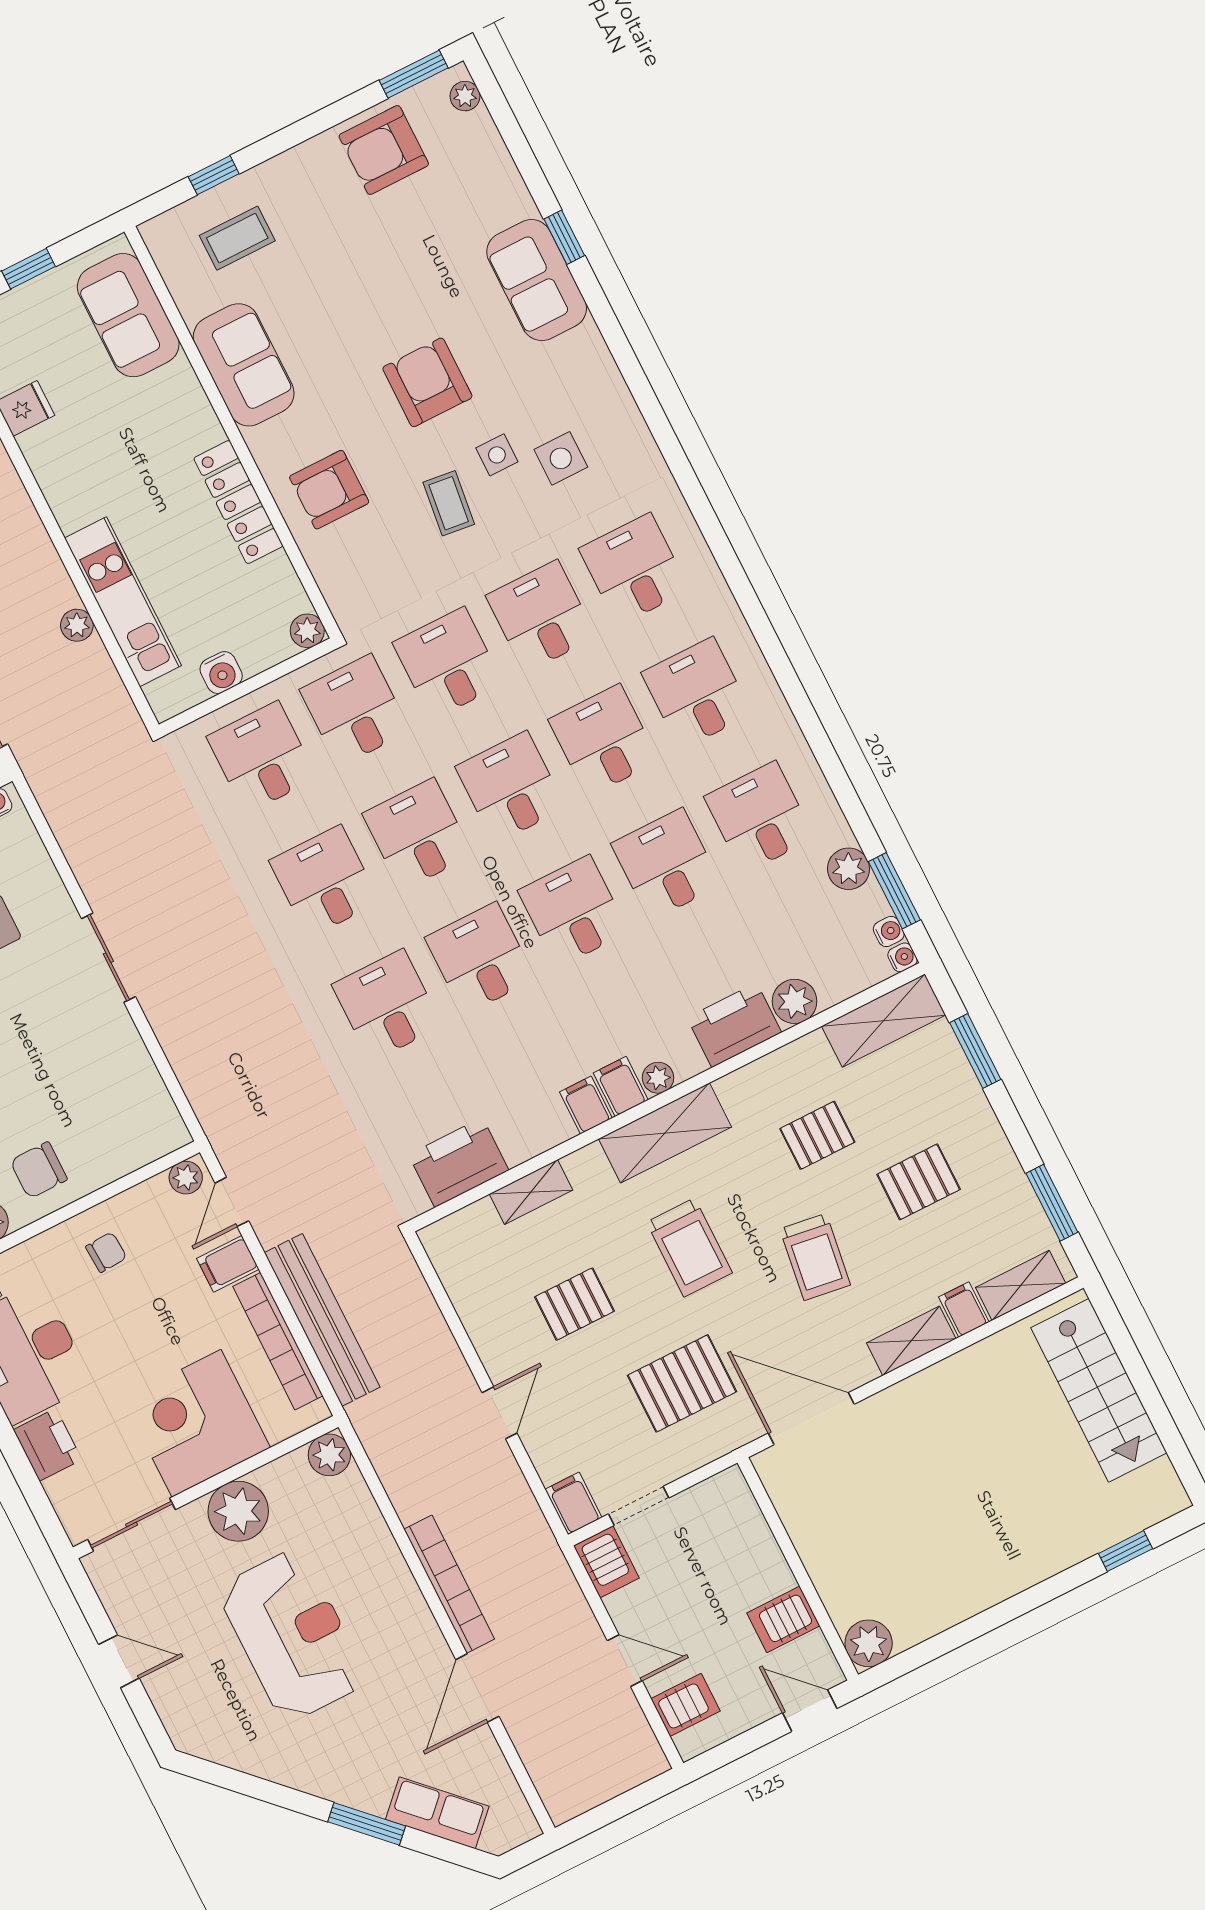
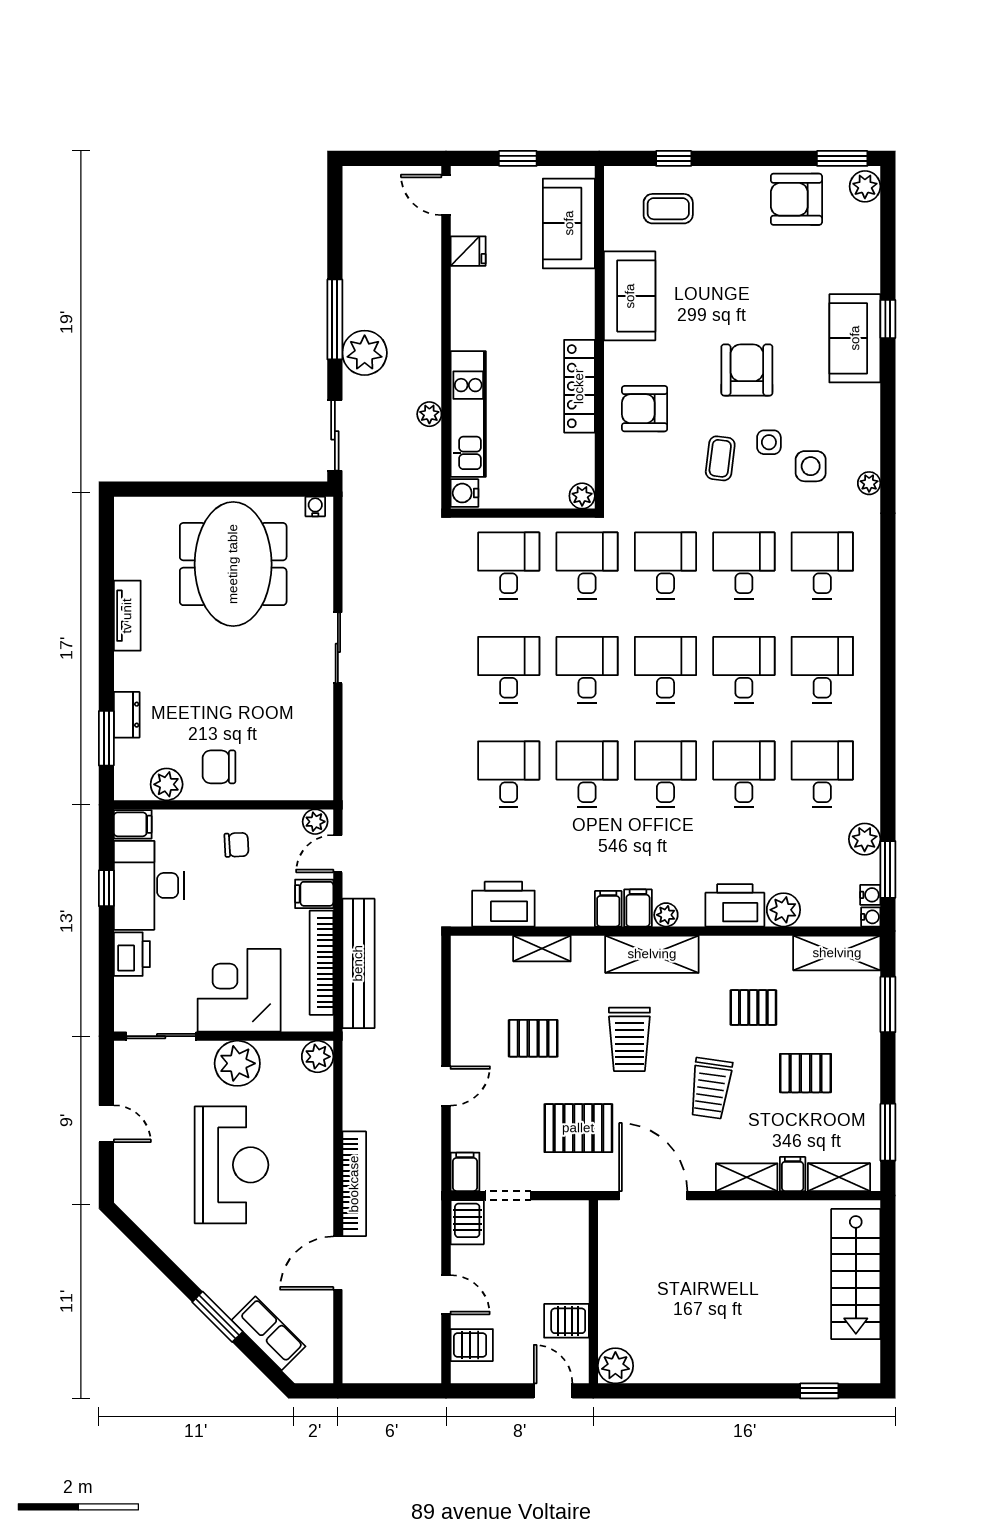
plant: (465, 96) -> (865, 186), width x1.38, depth x1.38
plant: (640, 443) -> (869, 483), added
water cooler: (221, 673) -> (464, 493), moved, turned 90

